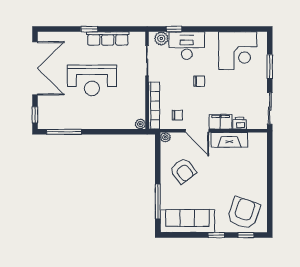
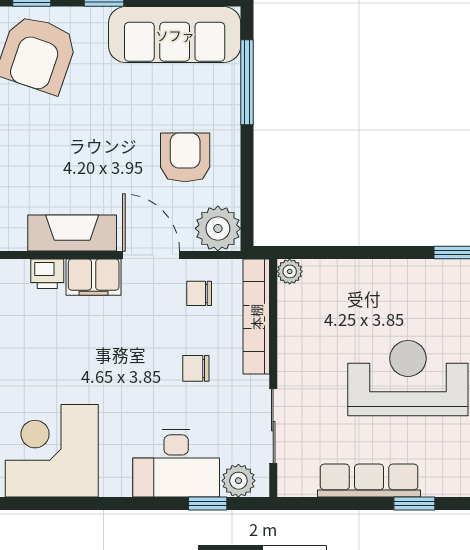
chair: (199, 81) -> (196, 368), moved
plant: (165, 137) -> (218, 228), width x1.88, depth x1.88
armchair: (183, 171) -> (185, 157), turned 38

